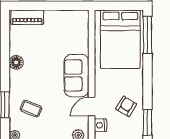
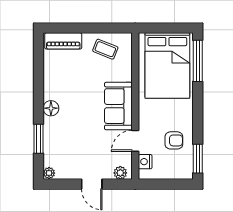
floor lamp: (16, 62) -> (51, 108), moved
armchair: (126, 106) -> (174, 140), turned 59
coffee table: (31, 109) -> (105, 49), moved

